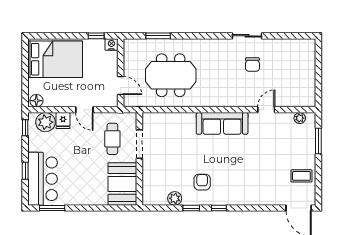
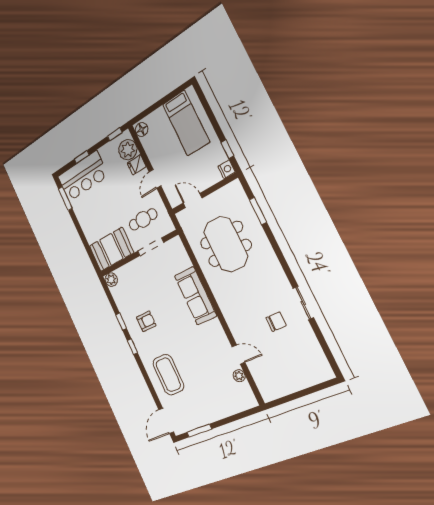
bed: (55, 59) -> (186, 123), width x0.67
chair: (252, 65) -> (276, 322), turned 180
door: (121, 86) -> (193, 200), swing flipped
plant: (300, 118) -> (239, 376), moved
sofa: (222, 123) -> (195, 296), moved
window: (318, 141) -> (199, 431), moved
coffee table: (301, 176) -> (168, 375), moved, width x1.86, depth x1.72
plant: (175, 198) -> (111, 280), moved

